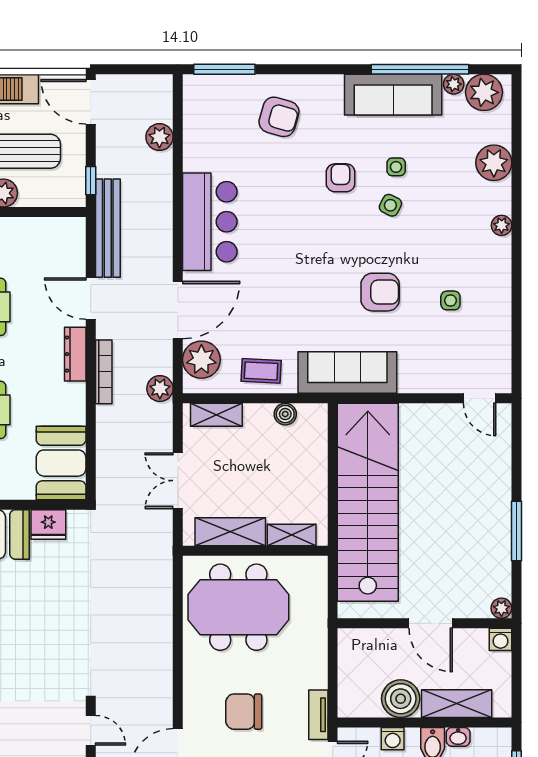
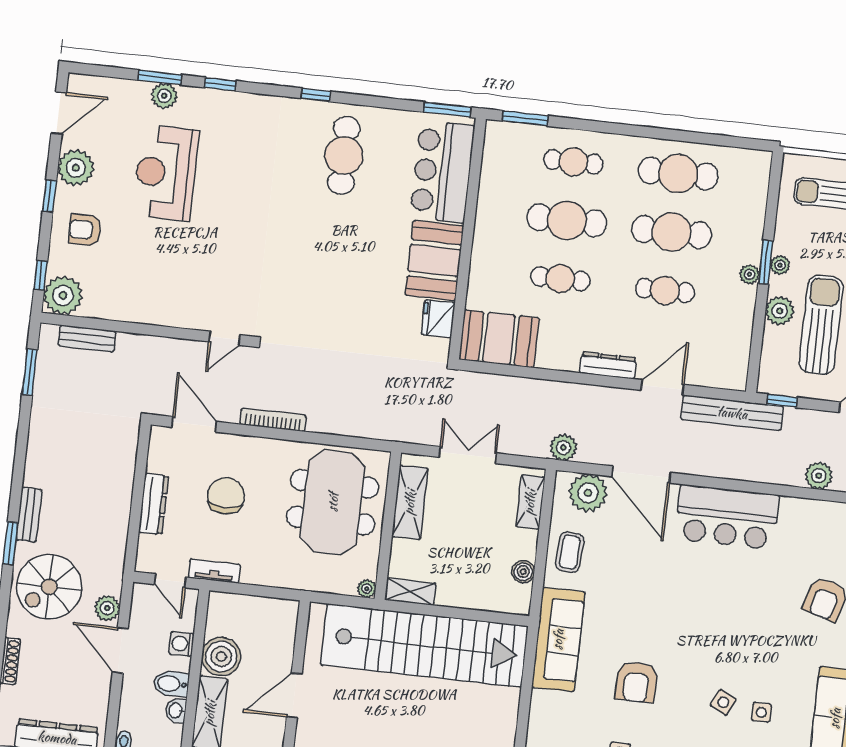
armchair: (341, 178) -> (757, 655), removed
bookcase: (104, 372) -> (273, 420), moved, turned 180
shelving: (292, 535) -> (410, 592), moved, turned 90
plant: (319, 565) -> (367, 589), added

